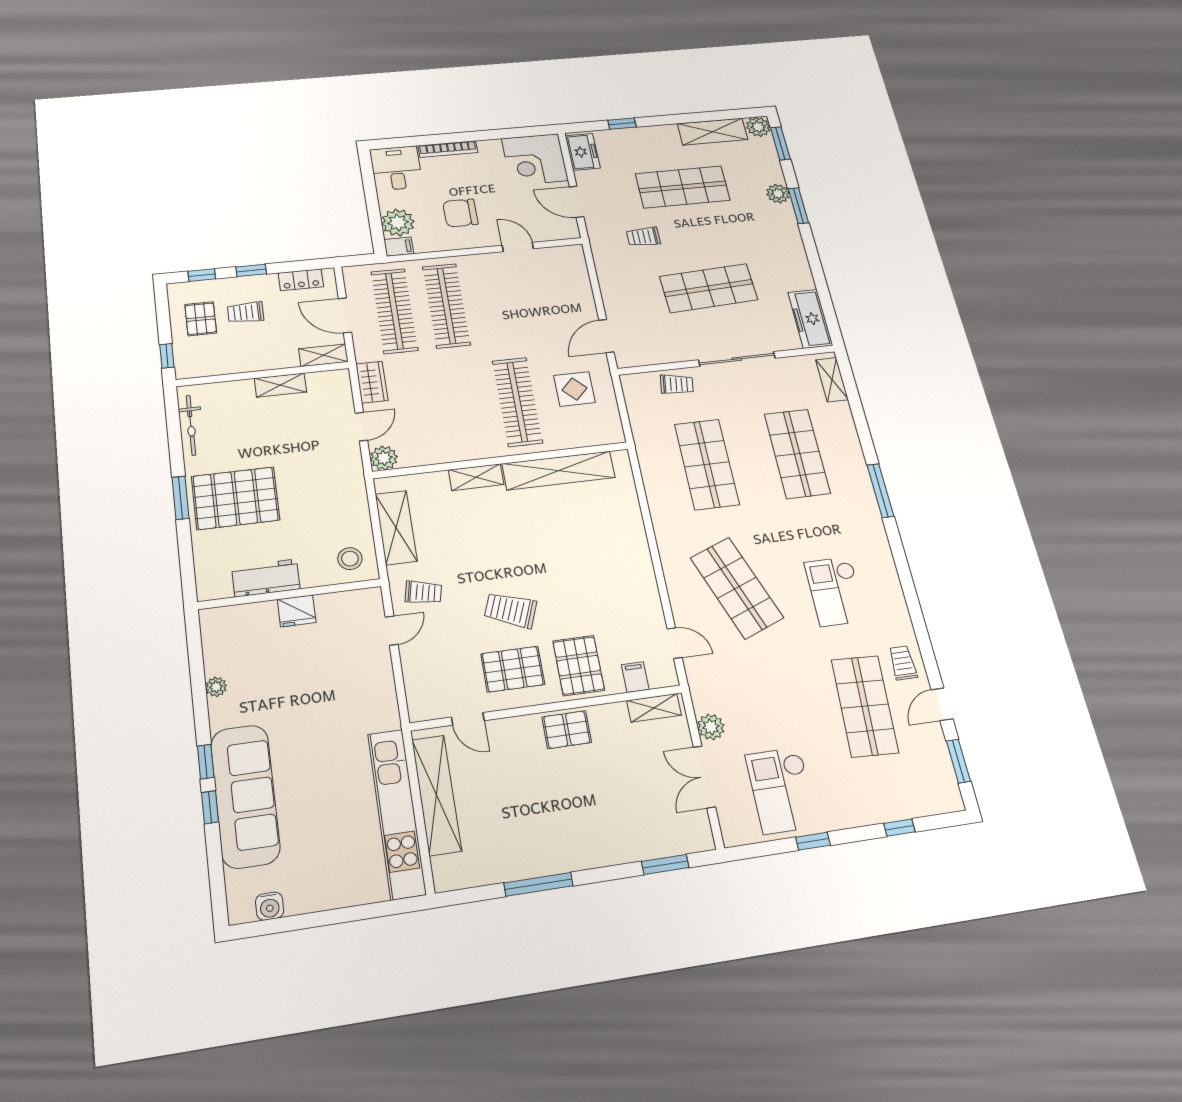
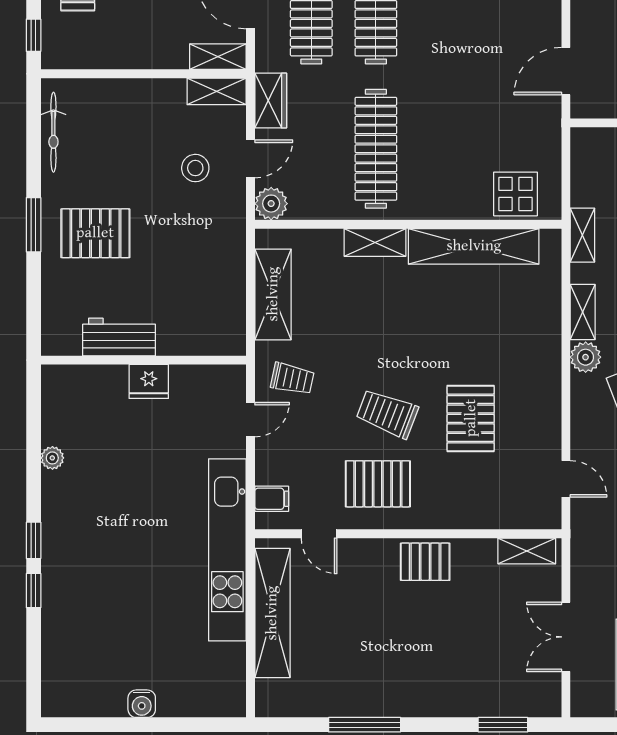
shelving: (280, 385) -> (217, 91), moved
display table: (574, 389) -> (516, 194), moved
clothes rail: (517, 402) -> (376, 149), moved
shelving: (646, 452) -> (582, 235), added
pallet: (236, 498) -> (95, 233), width x0.73, depth x0.71
shelving: (659, 509) -> (583, 312), added
stool: (350, 559) -> (195, 168), moved
pallet: (579, 666) -> (471, 418), moved
filing cabinet: (635, 677) -> (272, 499), moved, turned 90
plant: (711, 727) -> (586, 357), moved
sofa: (245, 796) -> (71, 584), removed
kitchen unit: (397, 813) -> (227, 550), moved
water cooler: (270, 906) -> (142, 704), moved

